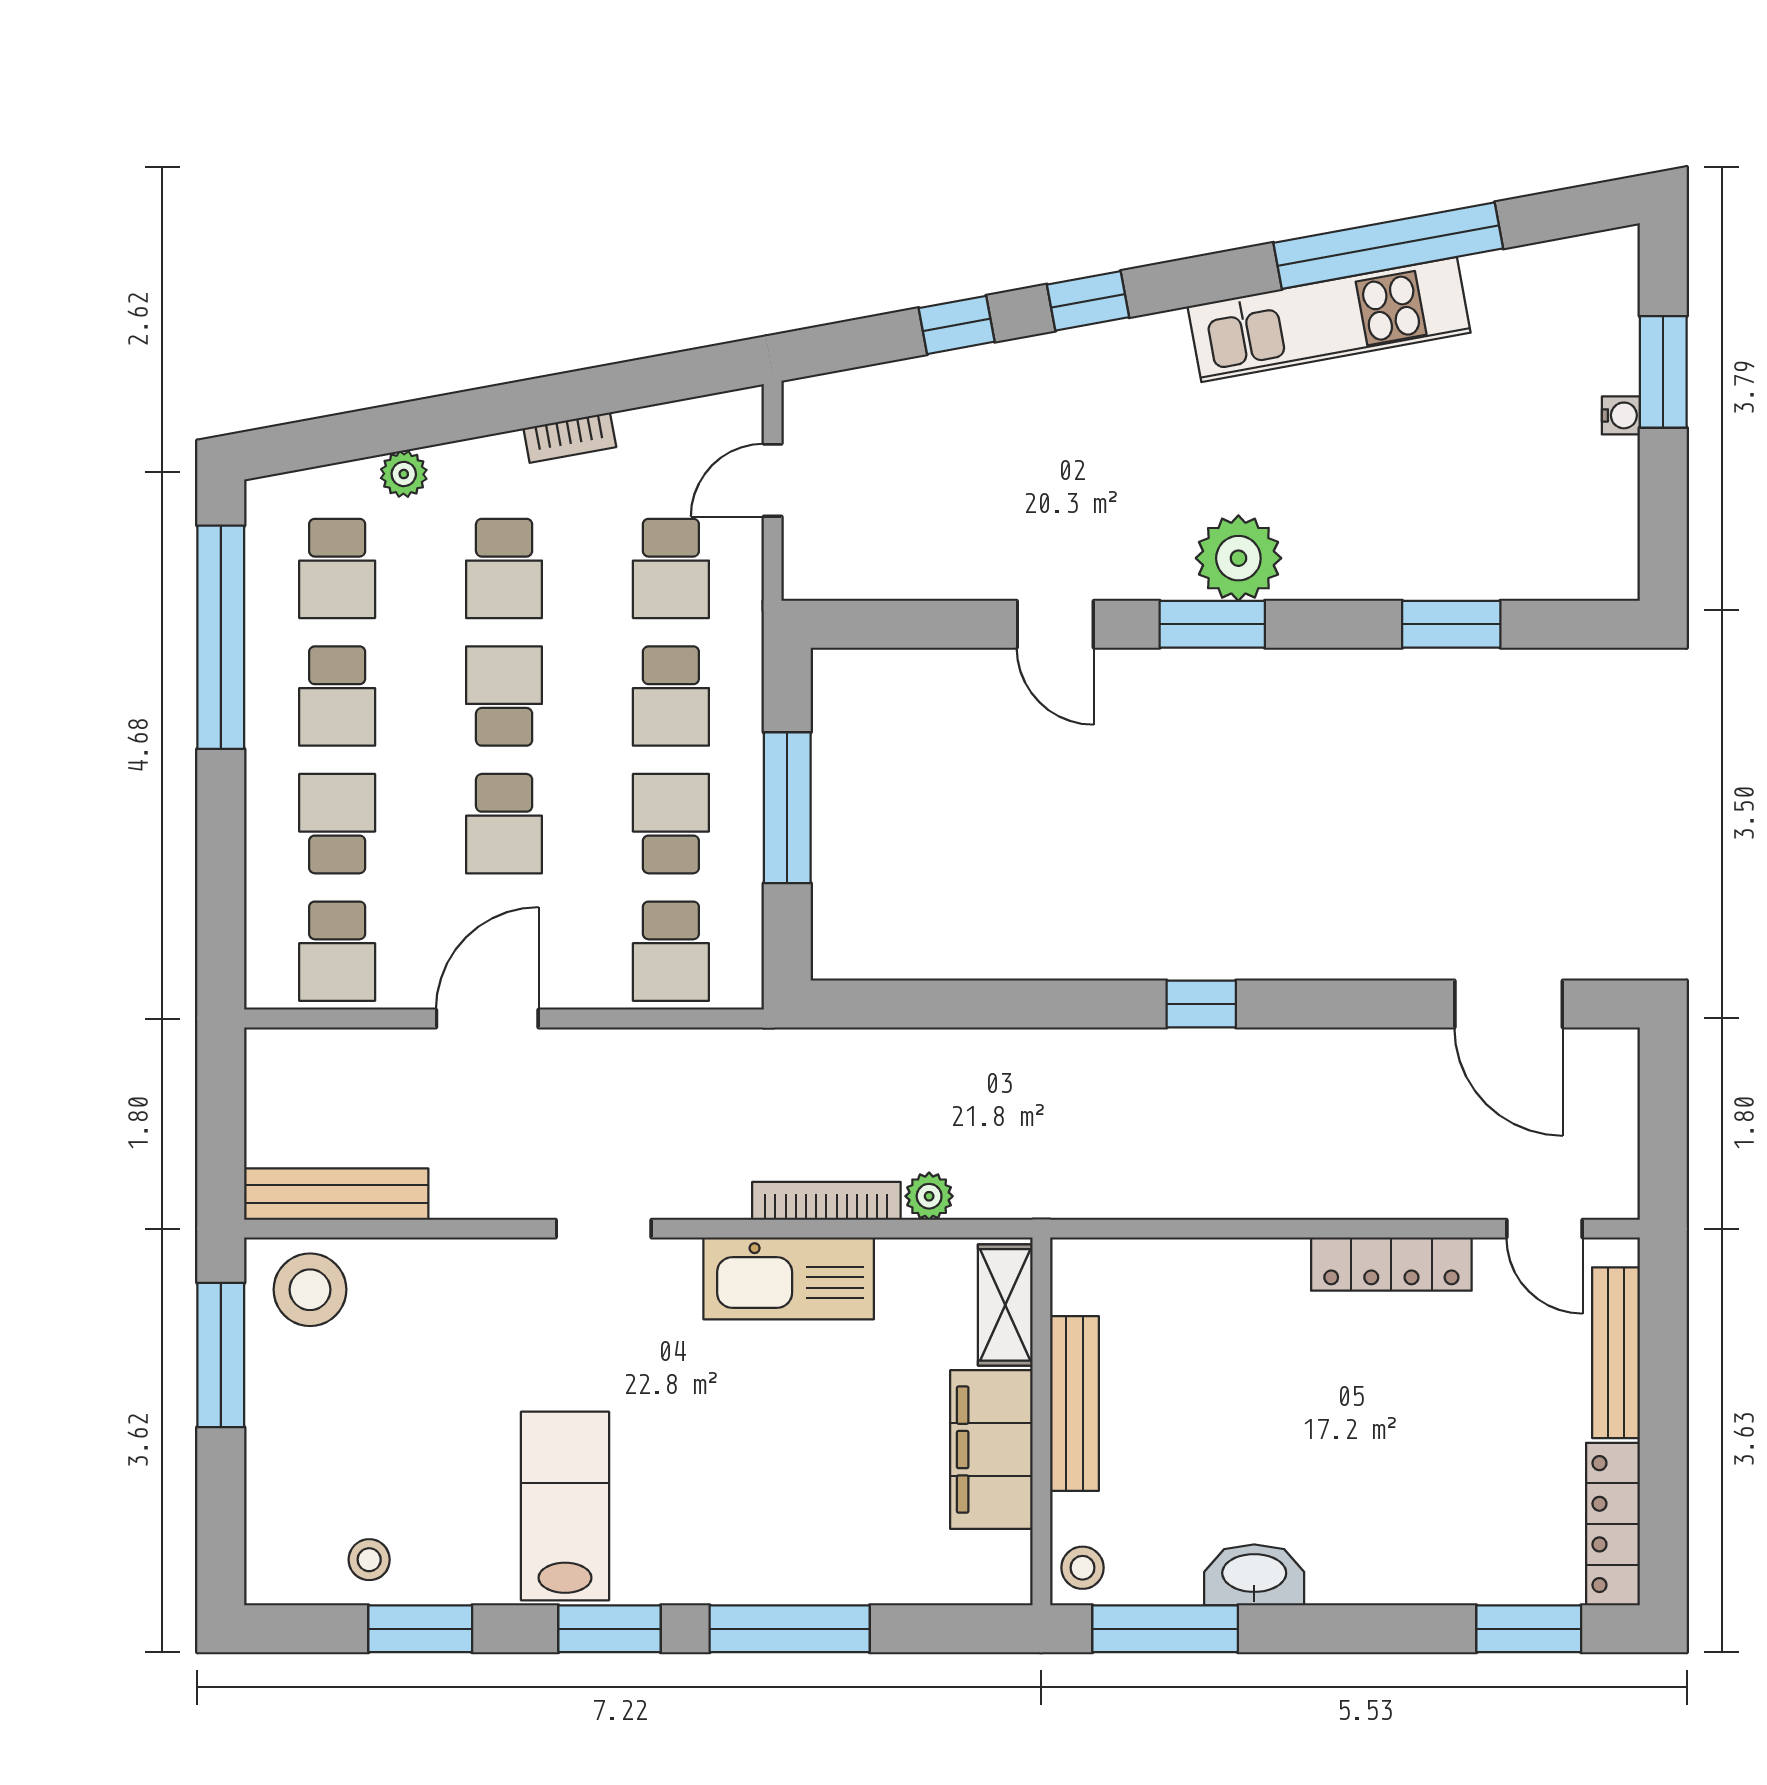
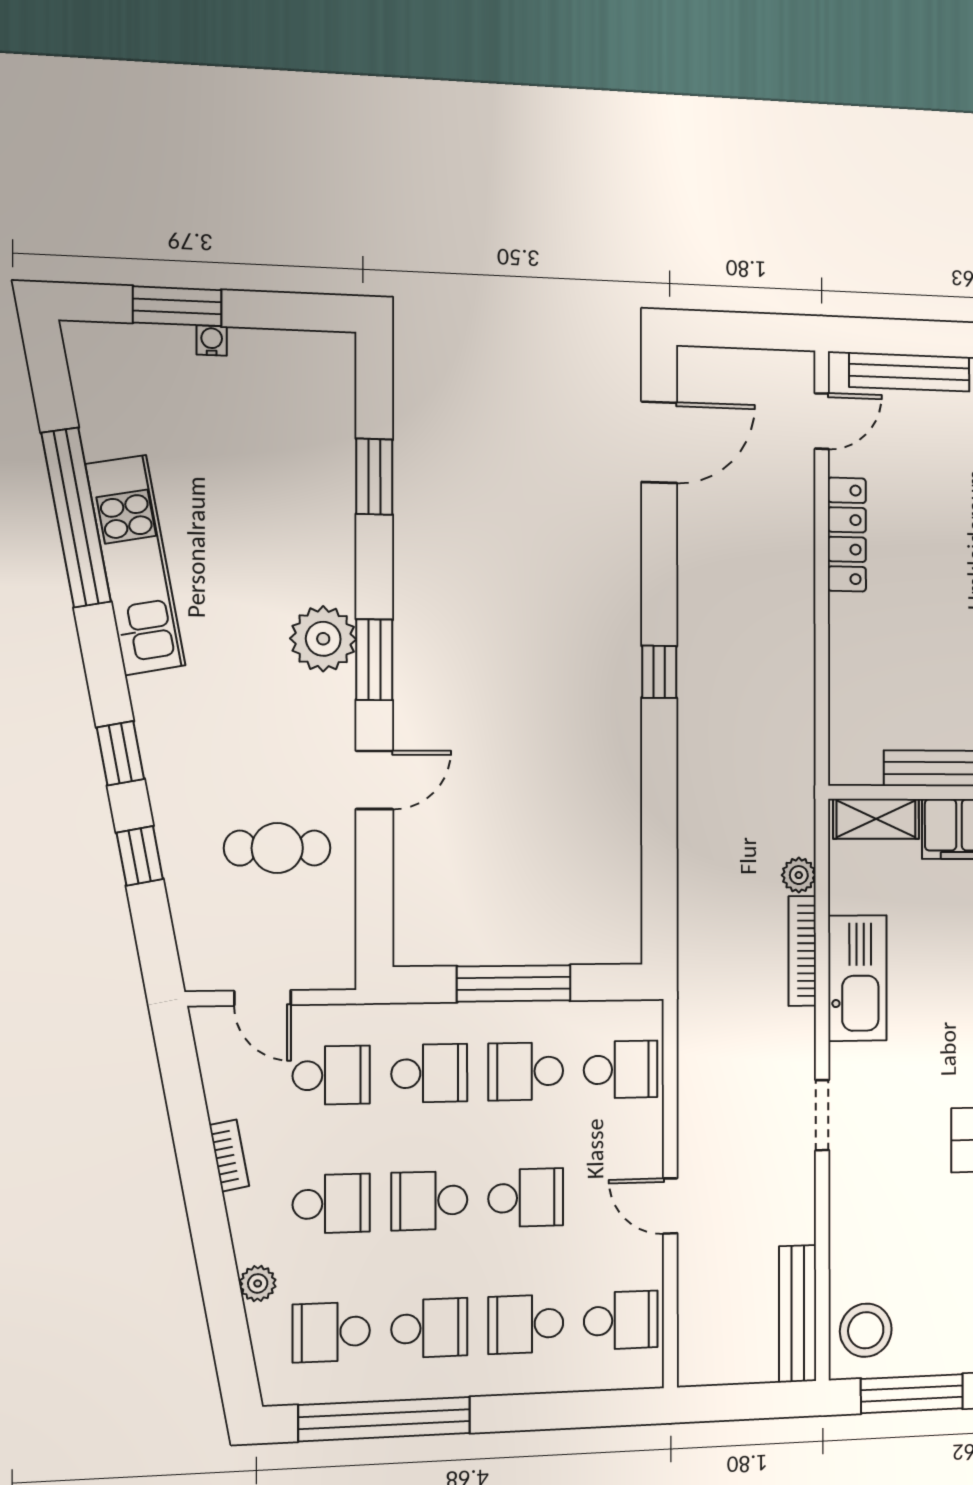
cafe table: (966, 499) -> (277, 848), added
school desk: (337, 568) -> (331, 1332), turned 180
door: (487, 1019) -> (670, 1206), width x0.73

